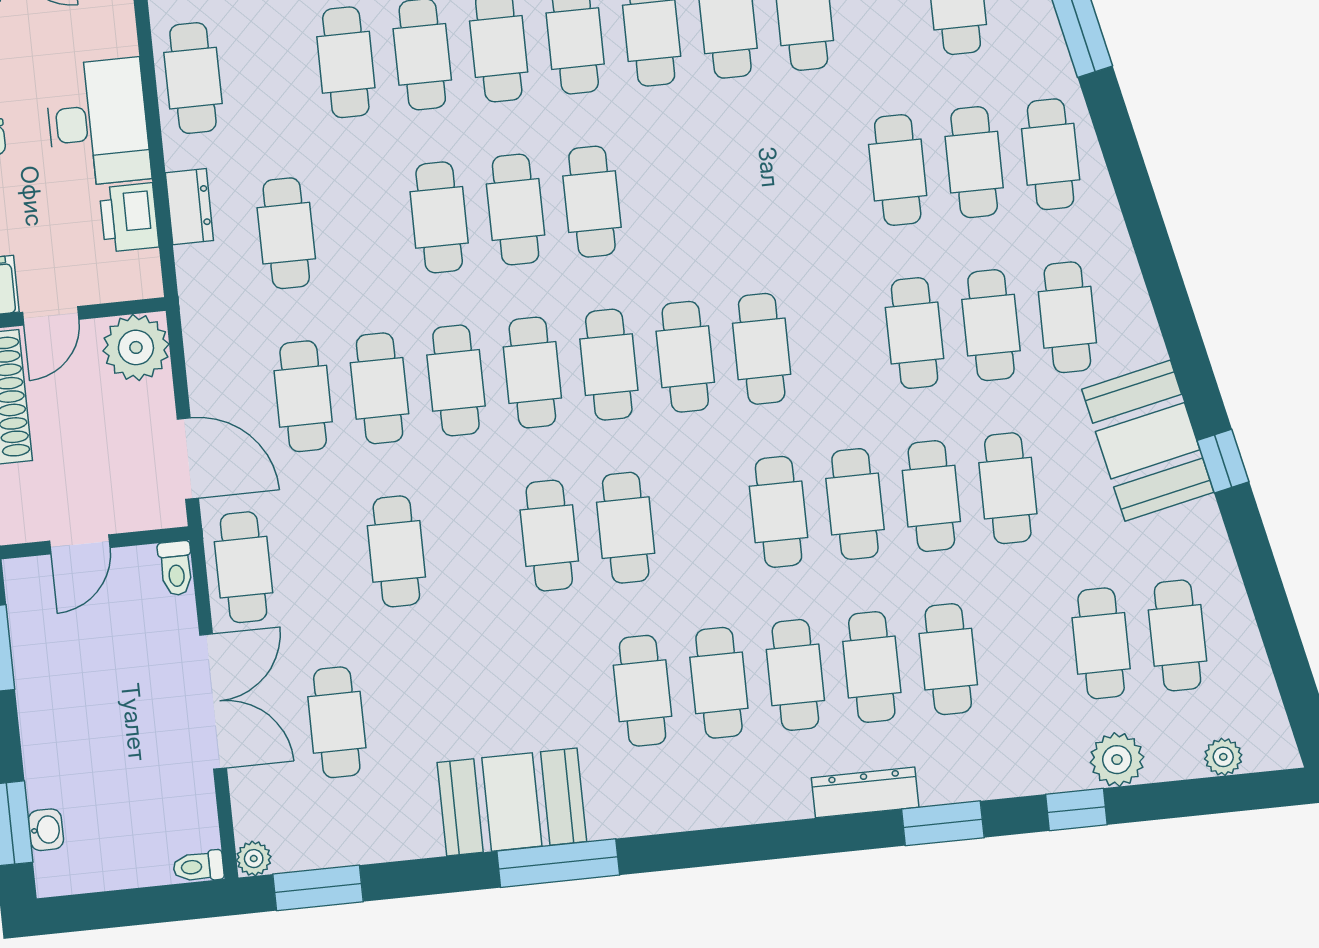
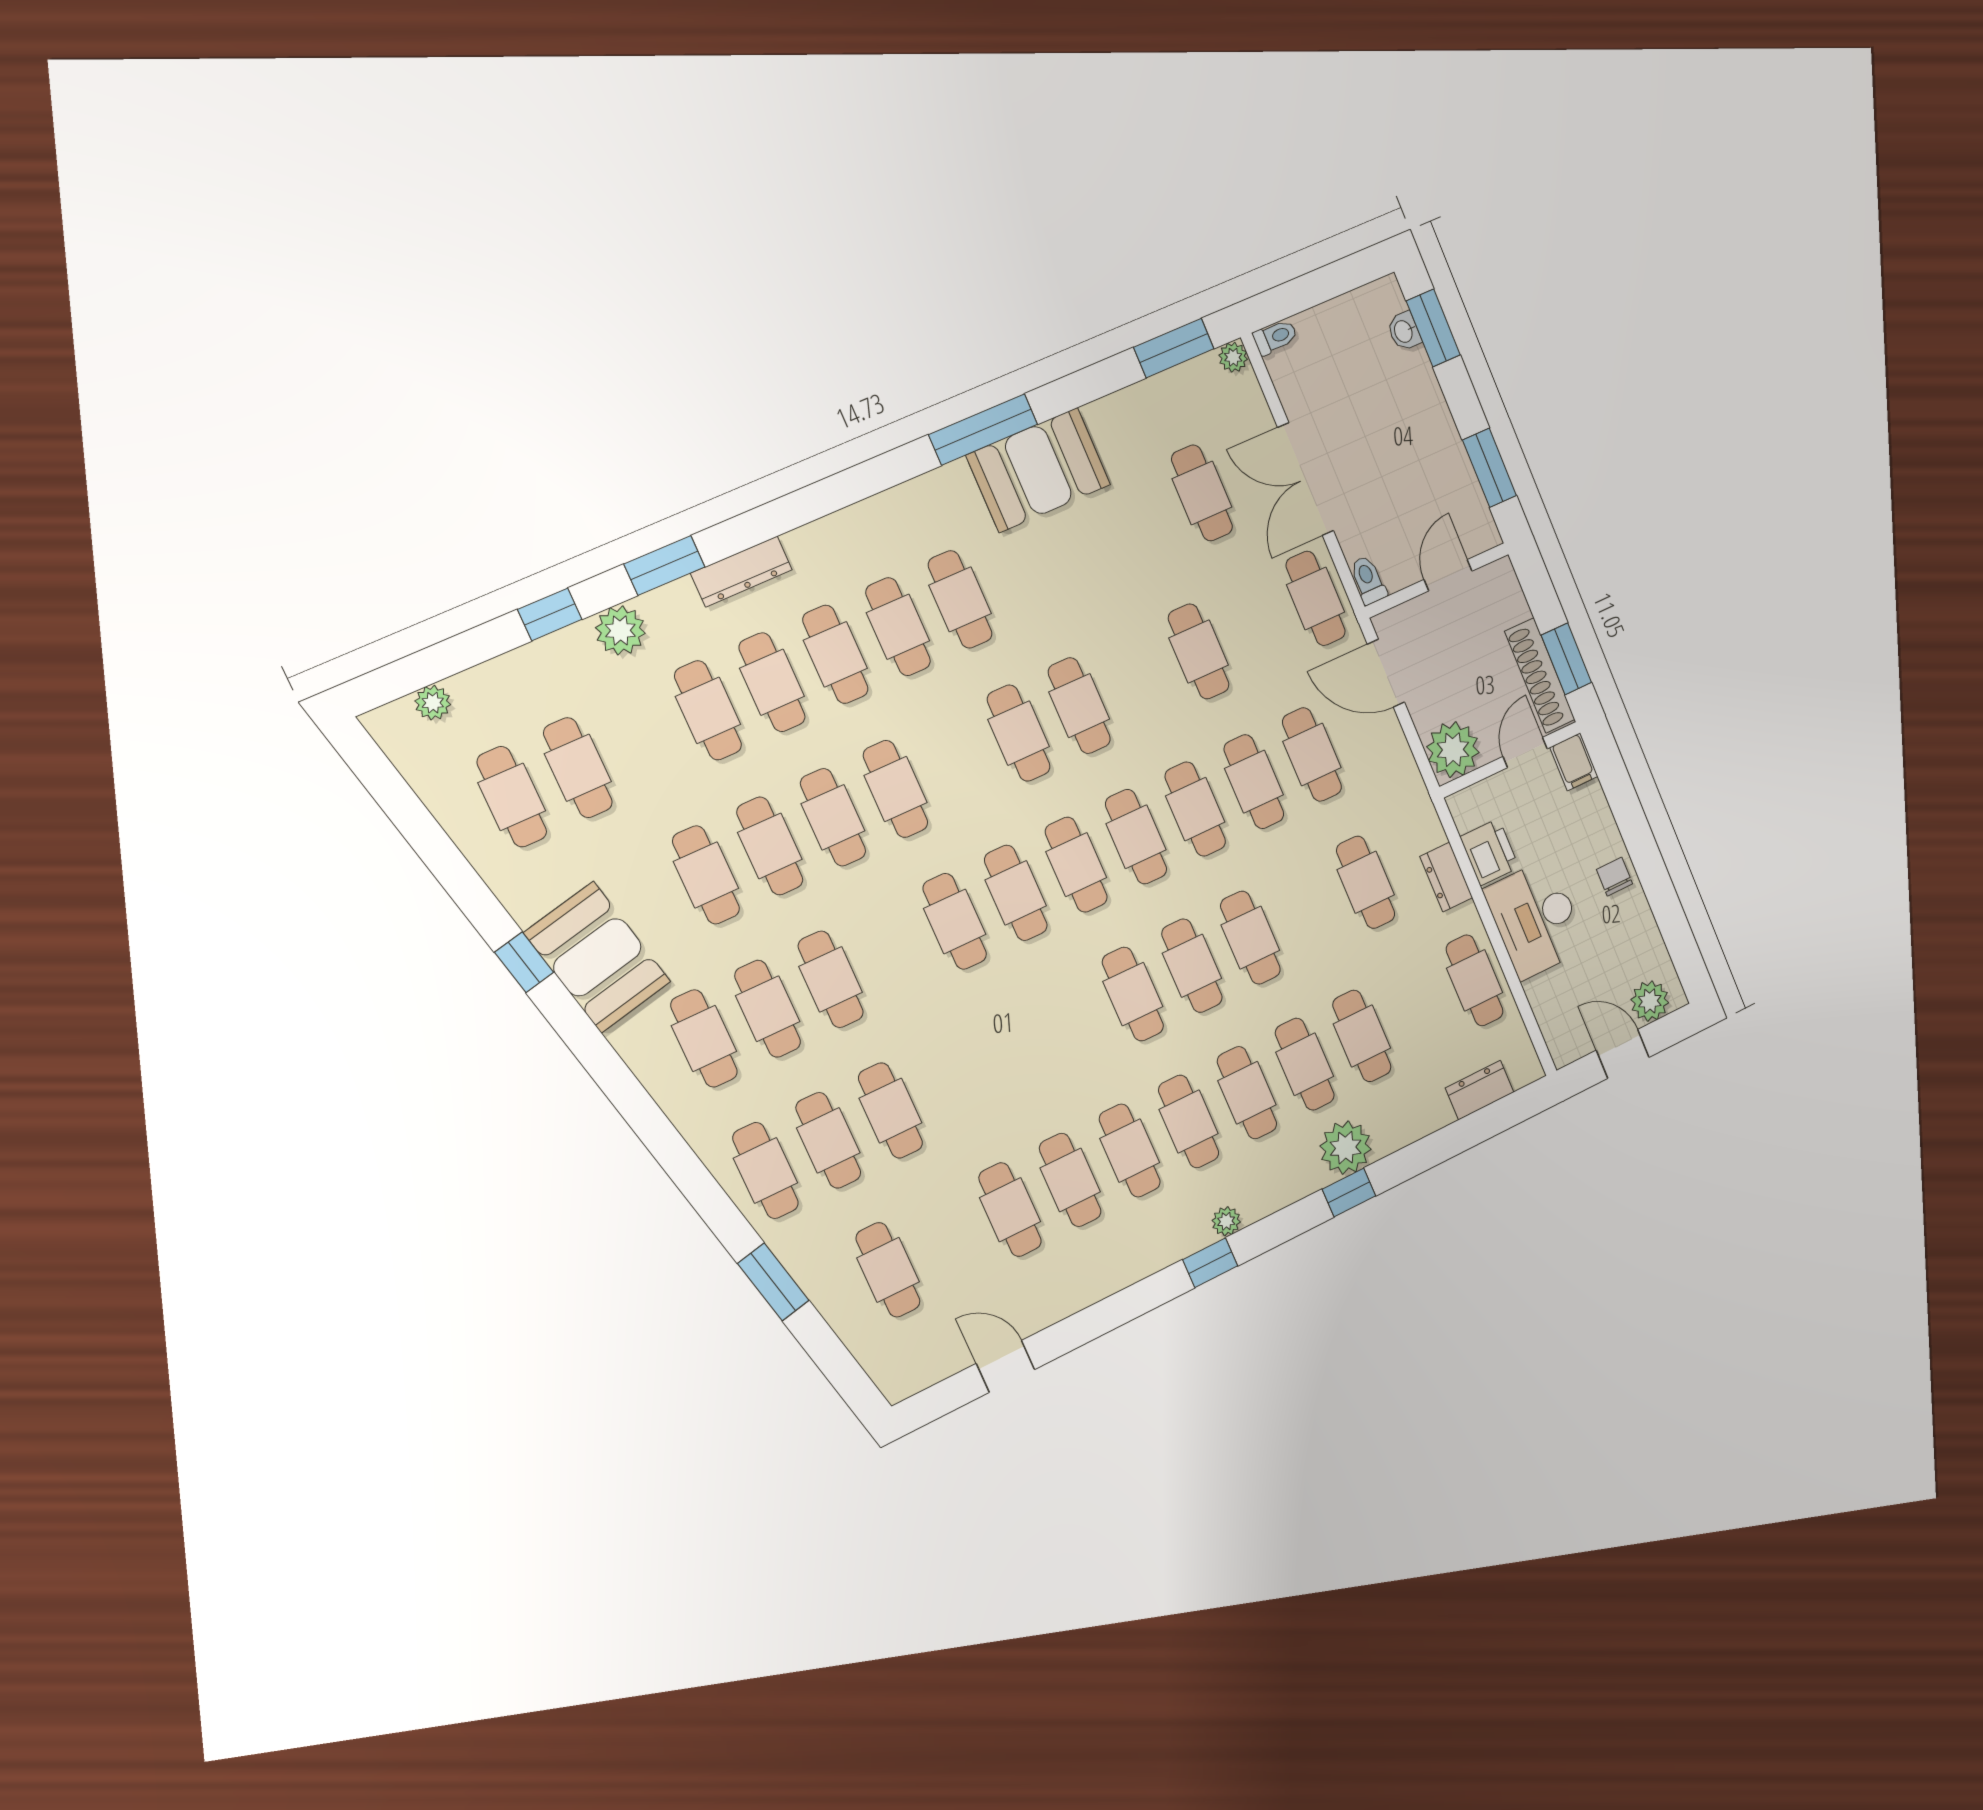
plant: (1117, 760) -> (620, 630), moved

